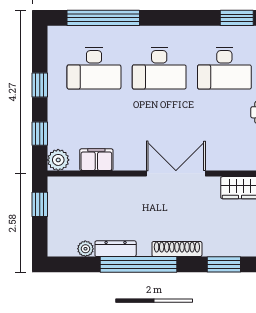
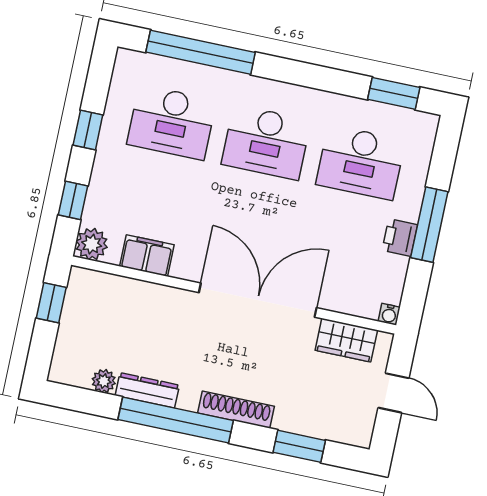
double door: (176, 174) -> (258, 300), width x1.36

